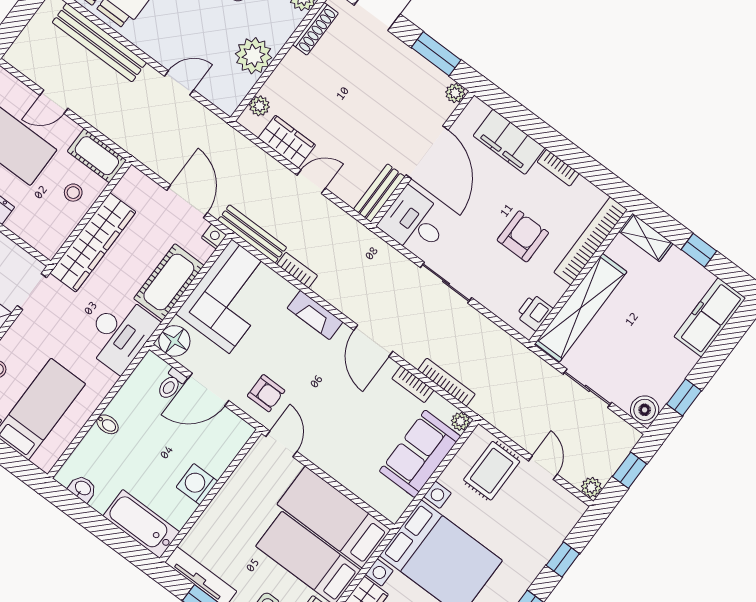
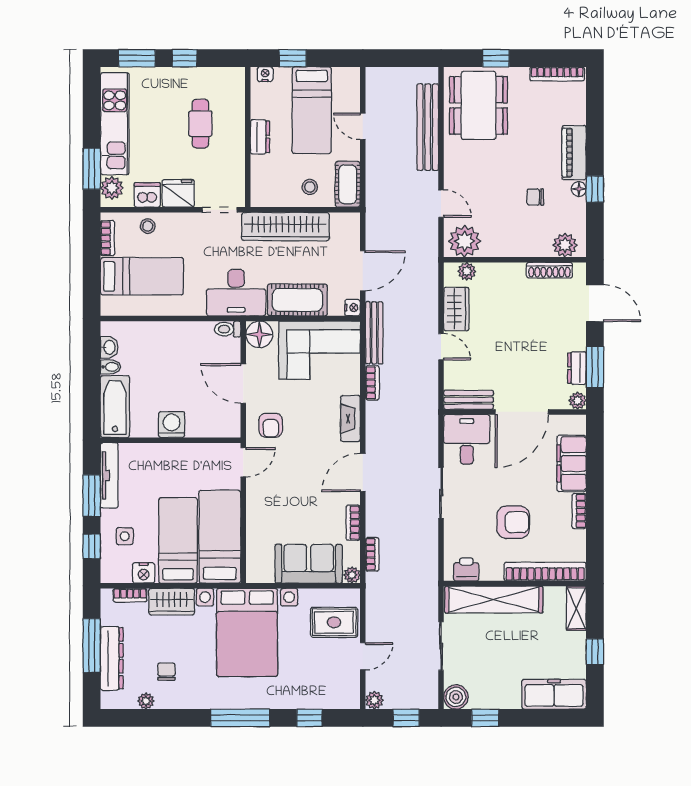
plant: (254, 56) -> (465, 241), moved
dresser: (425, 71) -> (577, 368), added
bookcase: (447, 382) -> (372, 554), width x0.64
toilet: (171, 384) -> (228, 329), moved
bidet: (108, 424) -> (111, 367), moved, turned -90

